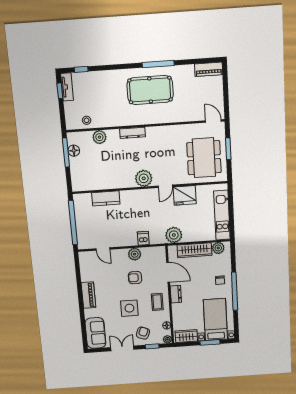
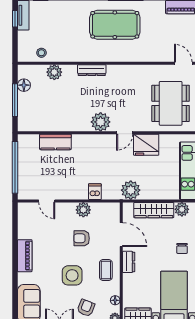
window: (66, 152) -> (15, 100), moved

